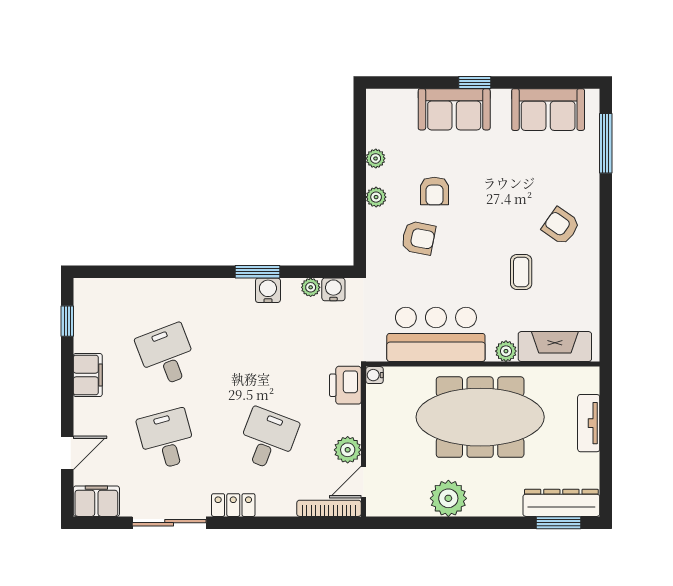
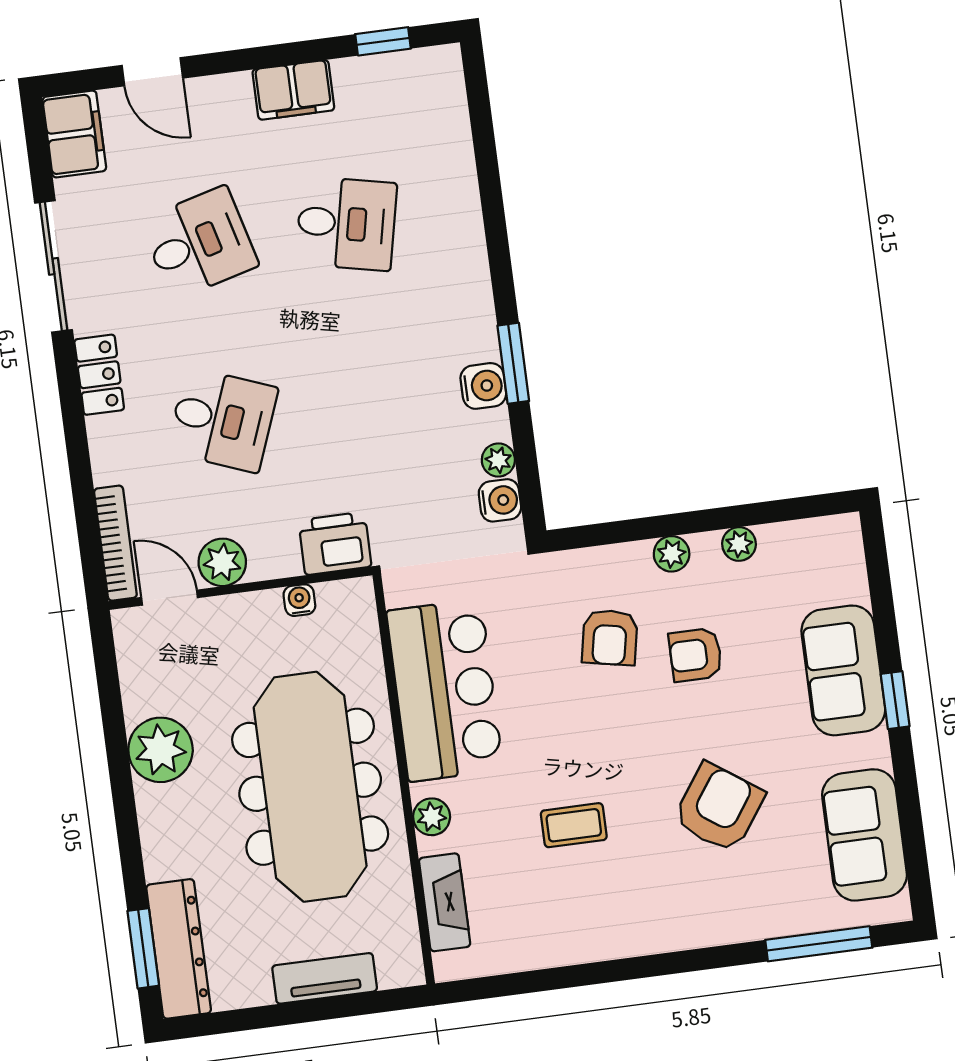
armchair: (561, 226) -> (719, 808), moved, width x1.38, depth x1.38
fireplace: (555, 347) -> (445, 902), width x0.73, depth x0.76
desk: (167, 355) -> (346, 224), turned 33
water cooler: (375, 375) -> (299, 600), moved

